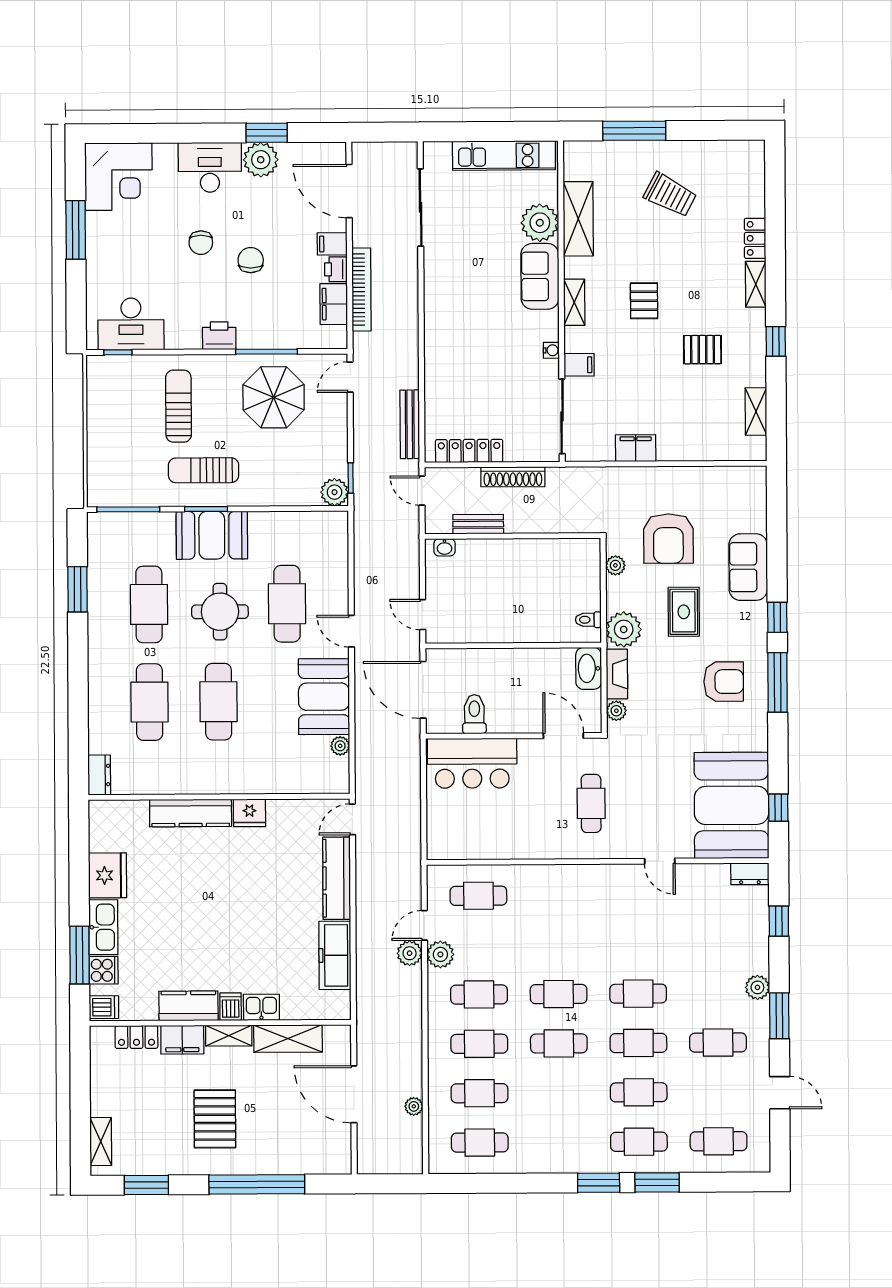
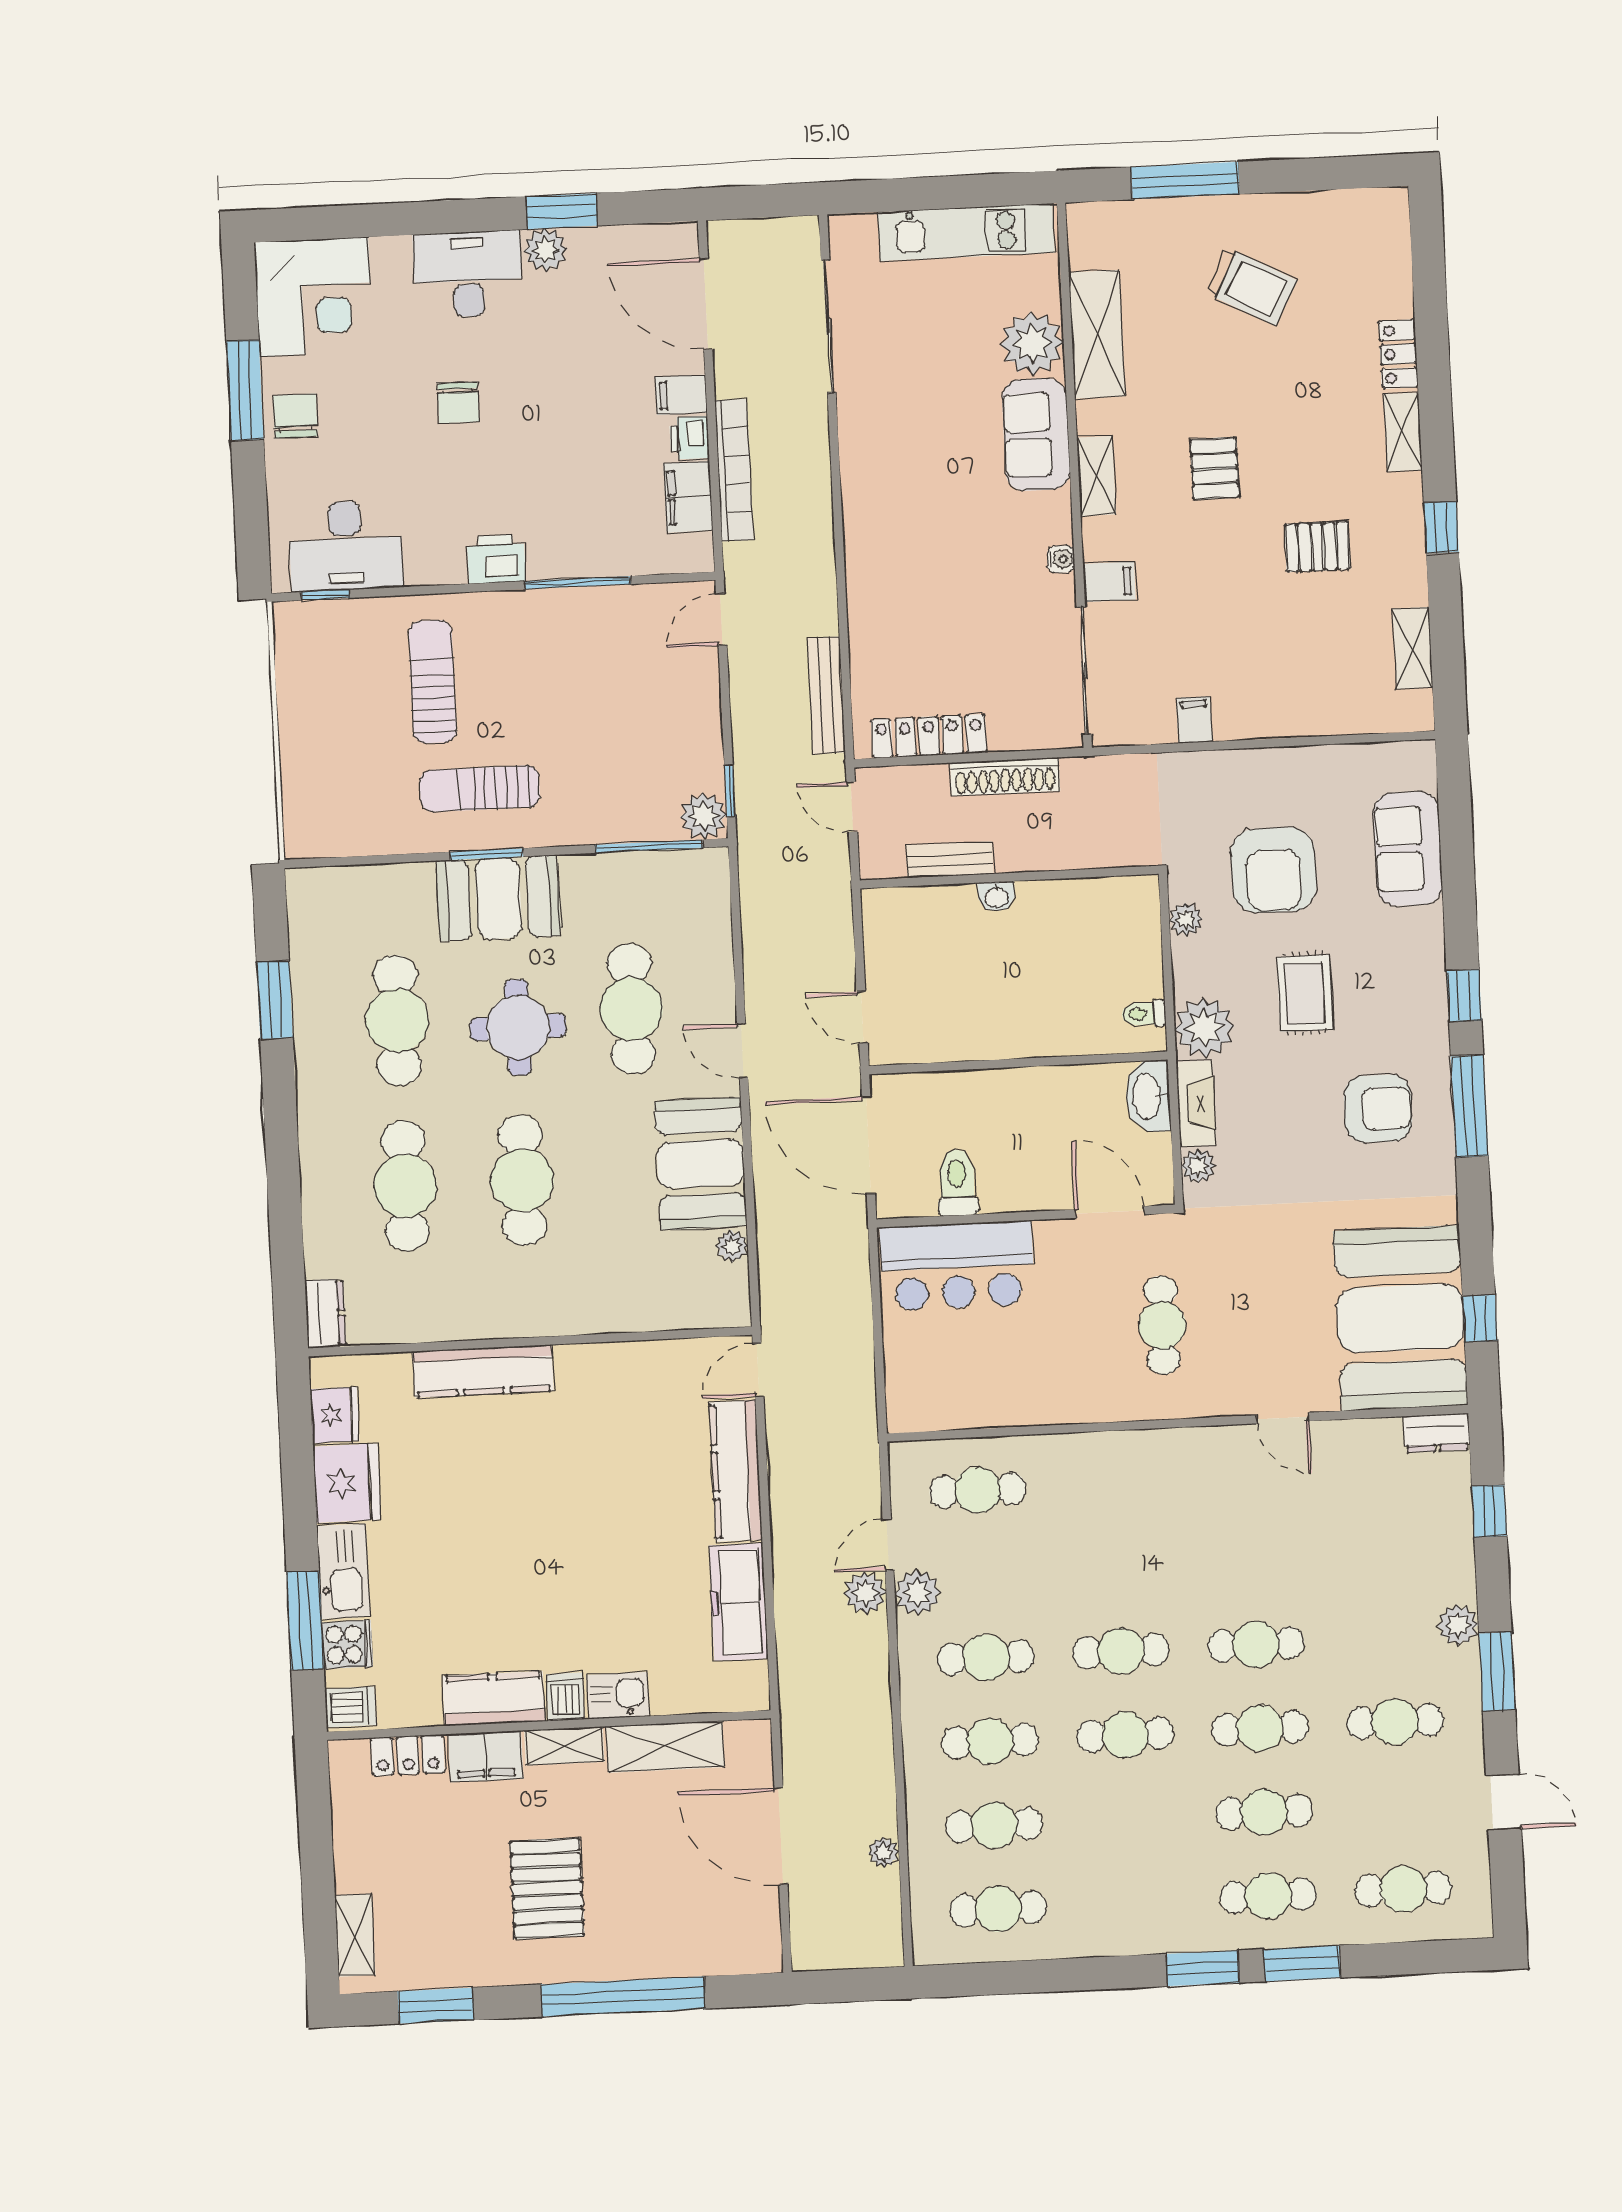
plant: (261, 160) -> (545, 250), width x0.73, depth x0.73
chair: (251, 260) -> (295, 416), moved
parasol: (274, 397) -> (593, 660), removed
filing cabinet: (636, 448) -> (1194, 720), width x0.50
window: (128, 509) -> (649, 846), moved
washbasin: (444, 547) -> (996, 897), moved
sofa: (748, 567) -> (1408, 849), moved
fridge: (249, 813) -> (335, 1415), moved, turned -90

